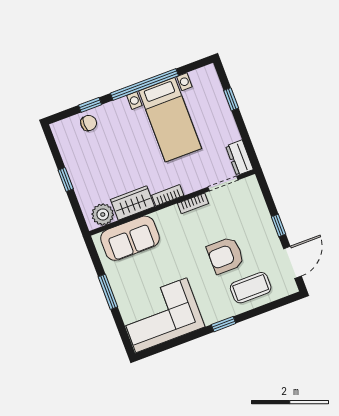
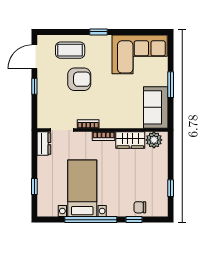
window: (66, 180) -> (171, 188), moved
sofa: (130, 238) -> (156, 107), moved, turned -90

